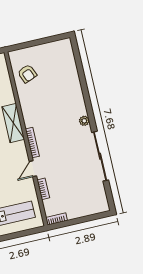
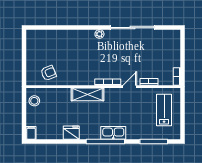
door: (33, 169) -> (130, 87), swing flipped

